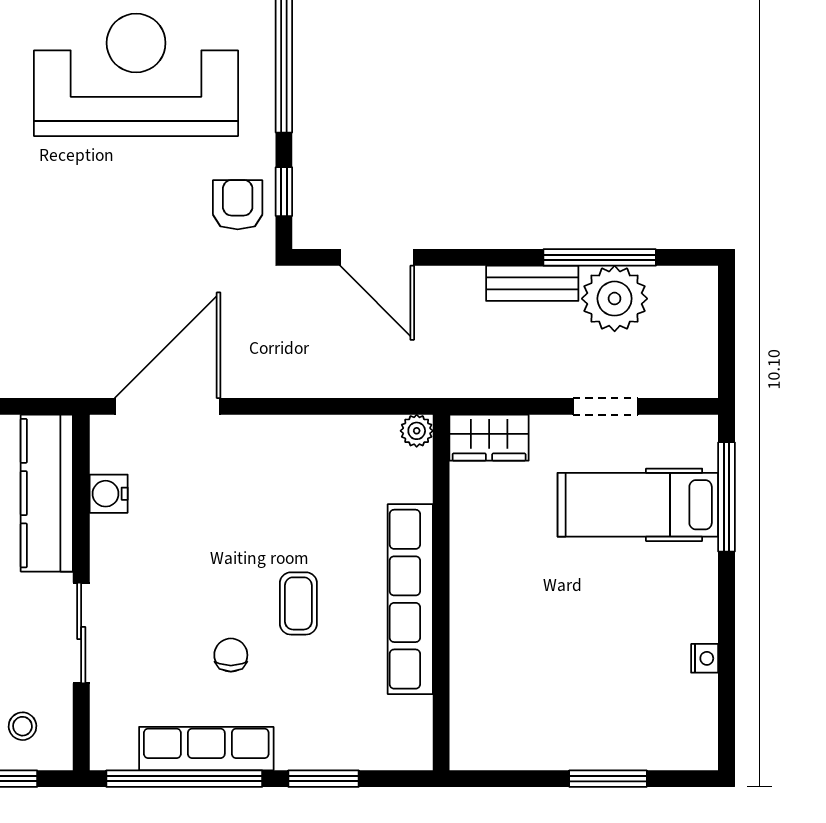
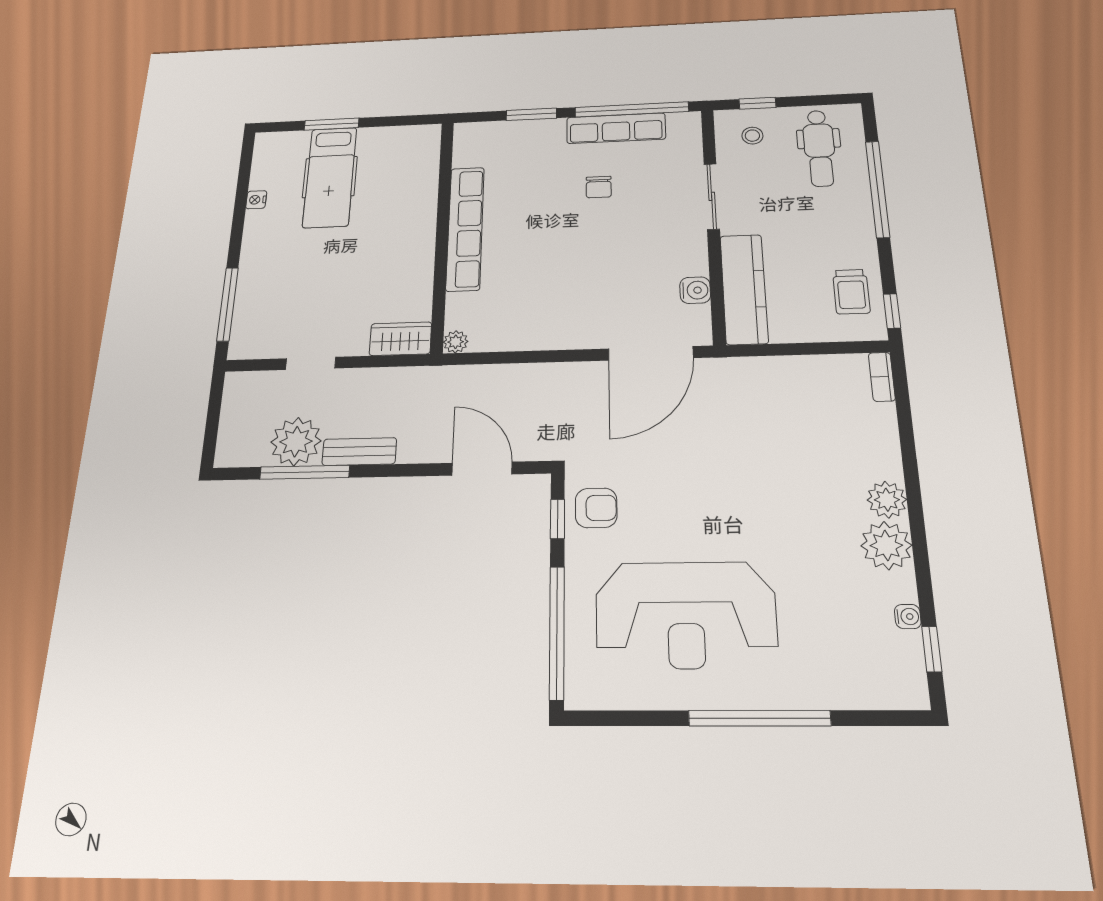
armchair: (238, 205) -> (596, 508), turned -90
hospital bed: (638, 505) -> (330, 177), moved, turned 90
coffee table: (298, 603) -> (548, 222), removed

